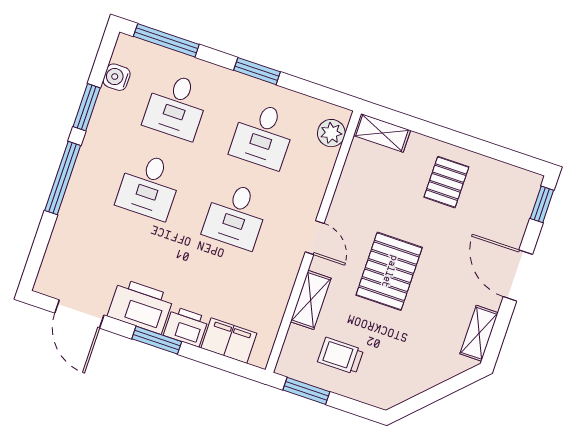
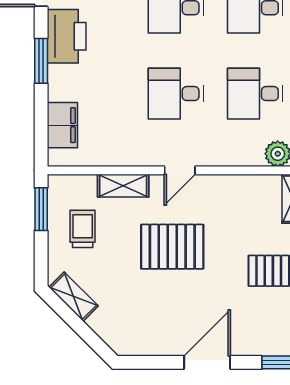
printer: (186, 327) -> (62, 83), removed
shelving: (479, 333) -> (74, 297), moved, turned 45

